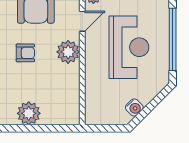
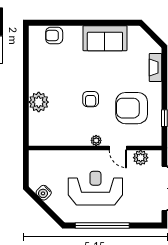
reception desk: (129, 47) -> (95, 188), turned 180
plant: (68, 52) -> (96, 140), width x0.53, depth x0.53

